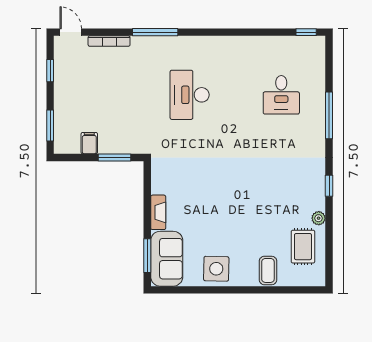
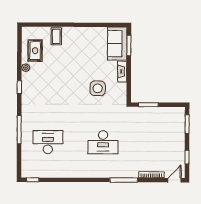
door: (71, 32) -> (175, 180), swing flipped
desk: (190, 95) -> (103, 142), turned 90
desk: (281, 95) -> (48, 142), width x1.37
filing cabinet: (89, 143) -> (164, 113), removed
side table: (216, 269) -> (98, 88), moved

